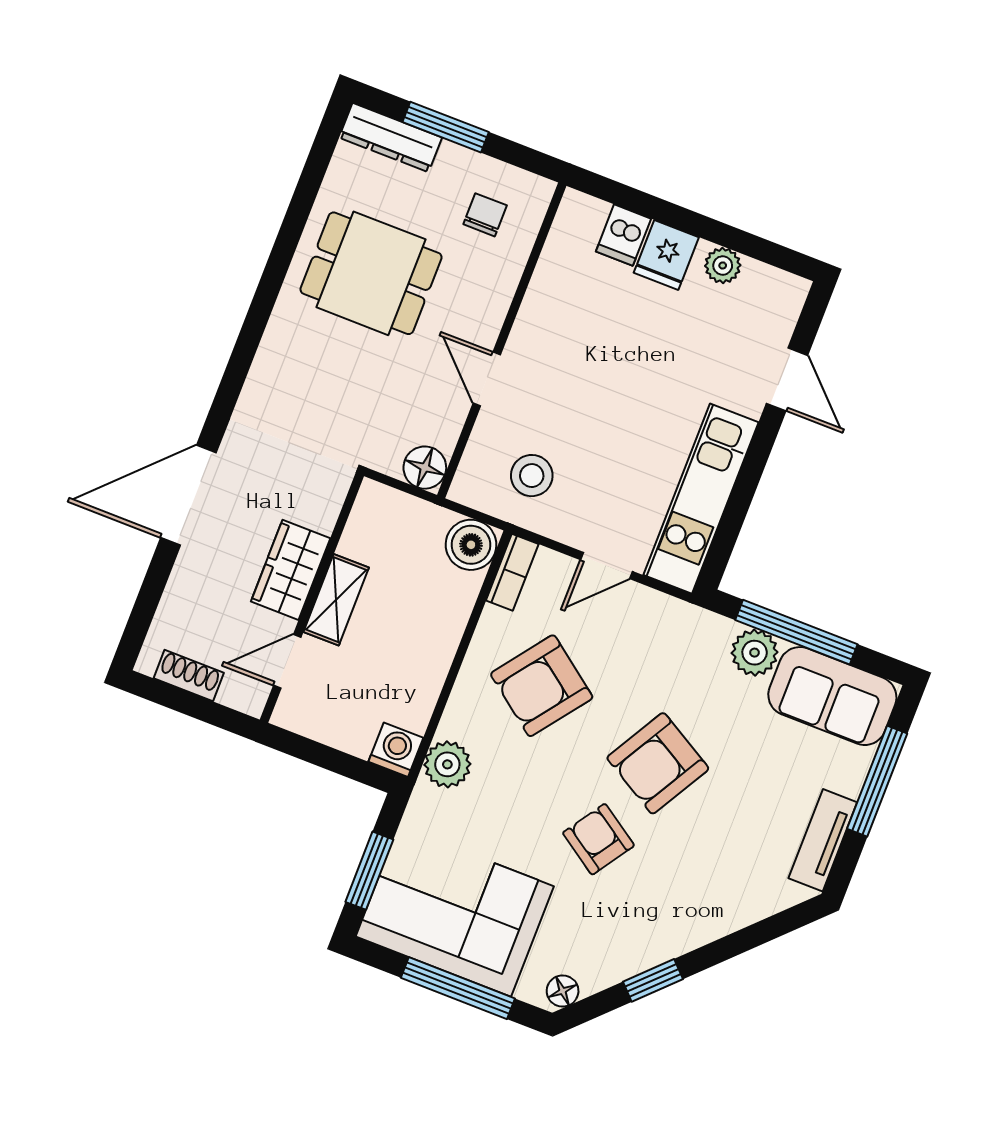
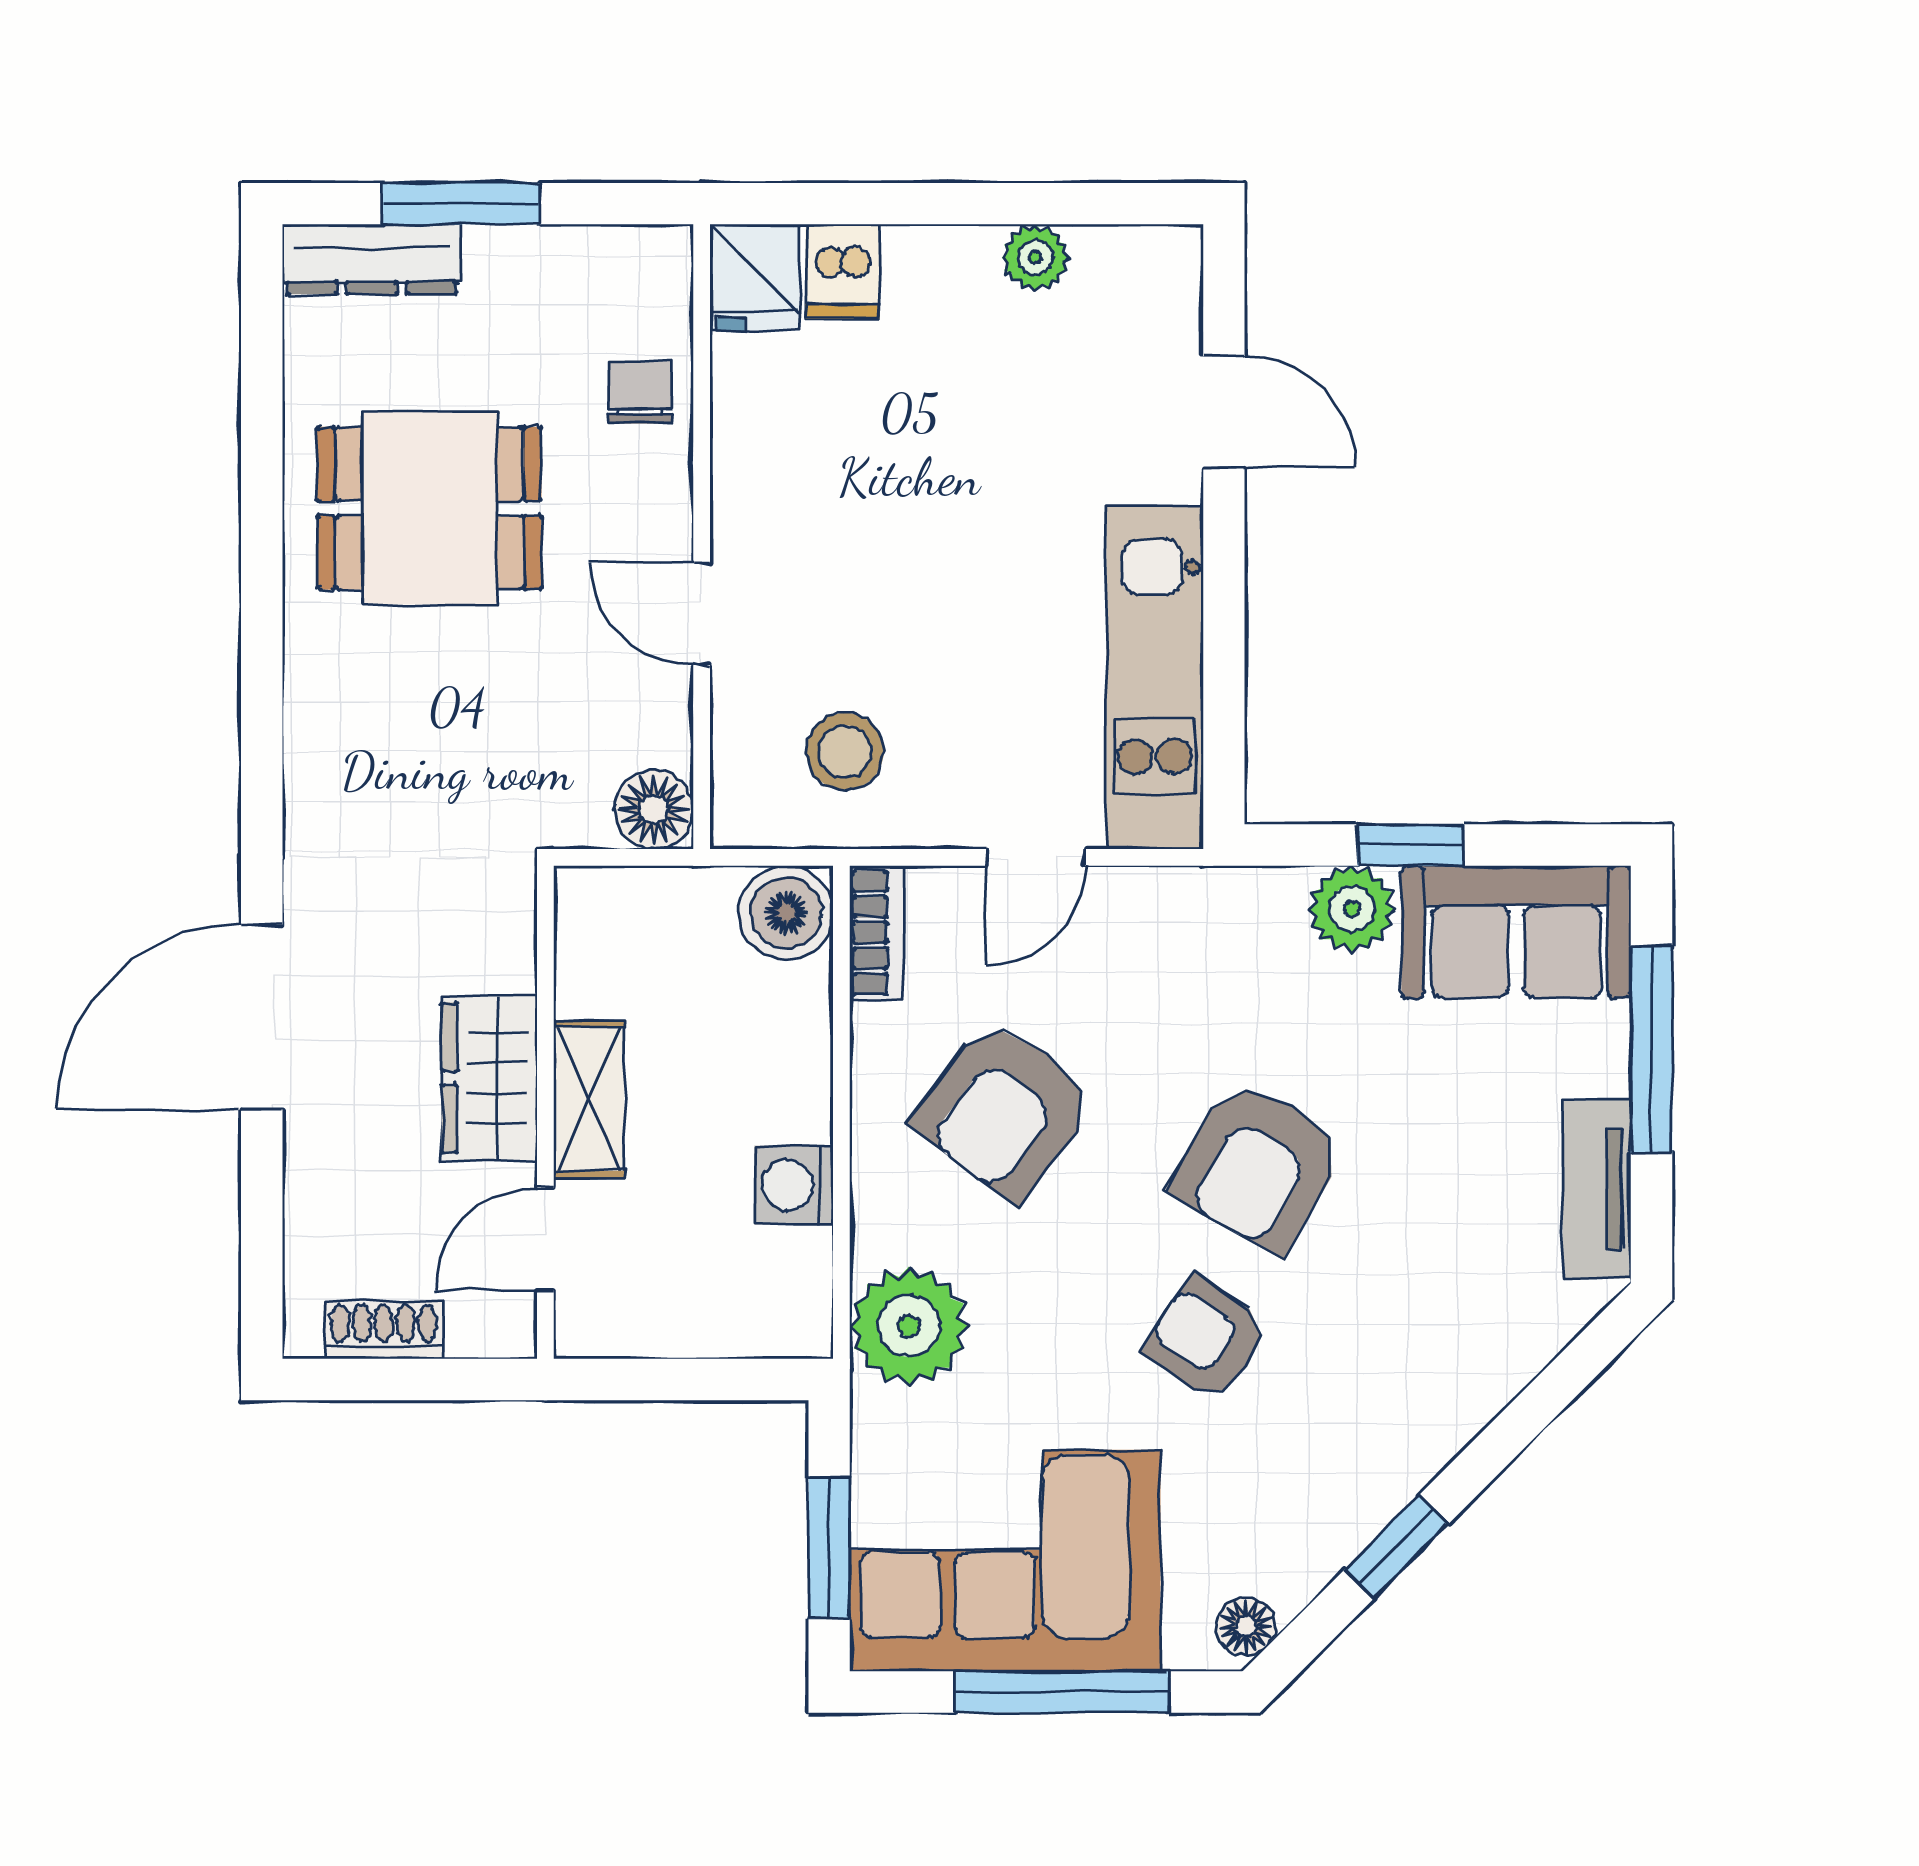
chair: (485, 215) -> (640, 392), moved
fridge: (666, 255) -> (754, 277), moved
window: (796, 632) -> (1411, 845), width x0.46
washing machine: (396, 750) -> (794, 1185), moved, turned -90
plant: (447, 764) -> (909, 1326), width x1.36, depth x1.36

